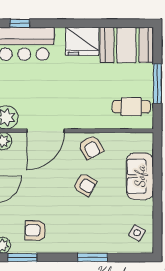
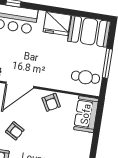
sofa: (140, 176) -> (86, 114), moved
armchair: (85, 185) -> (15, 131), moved

